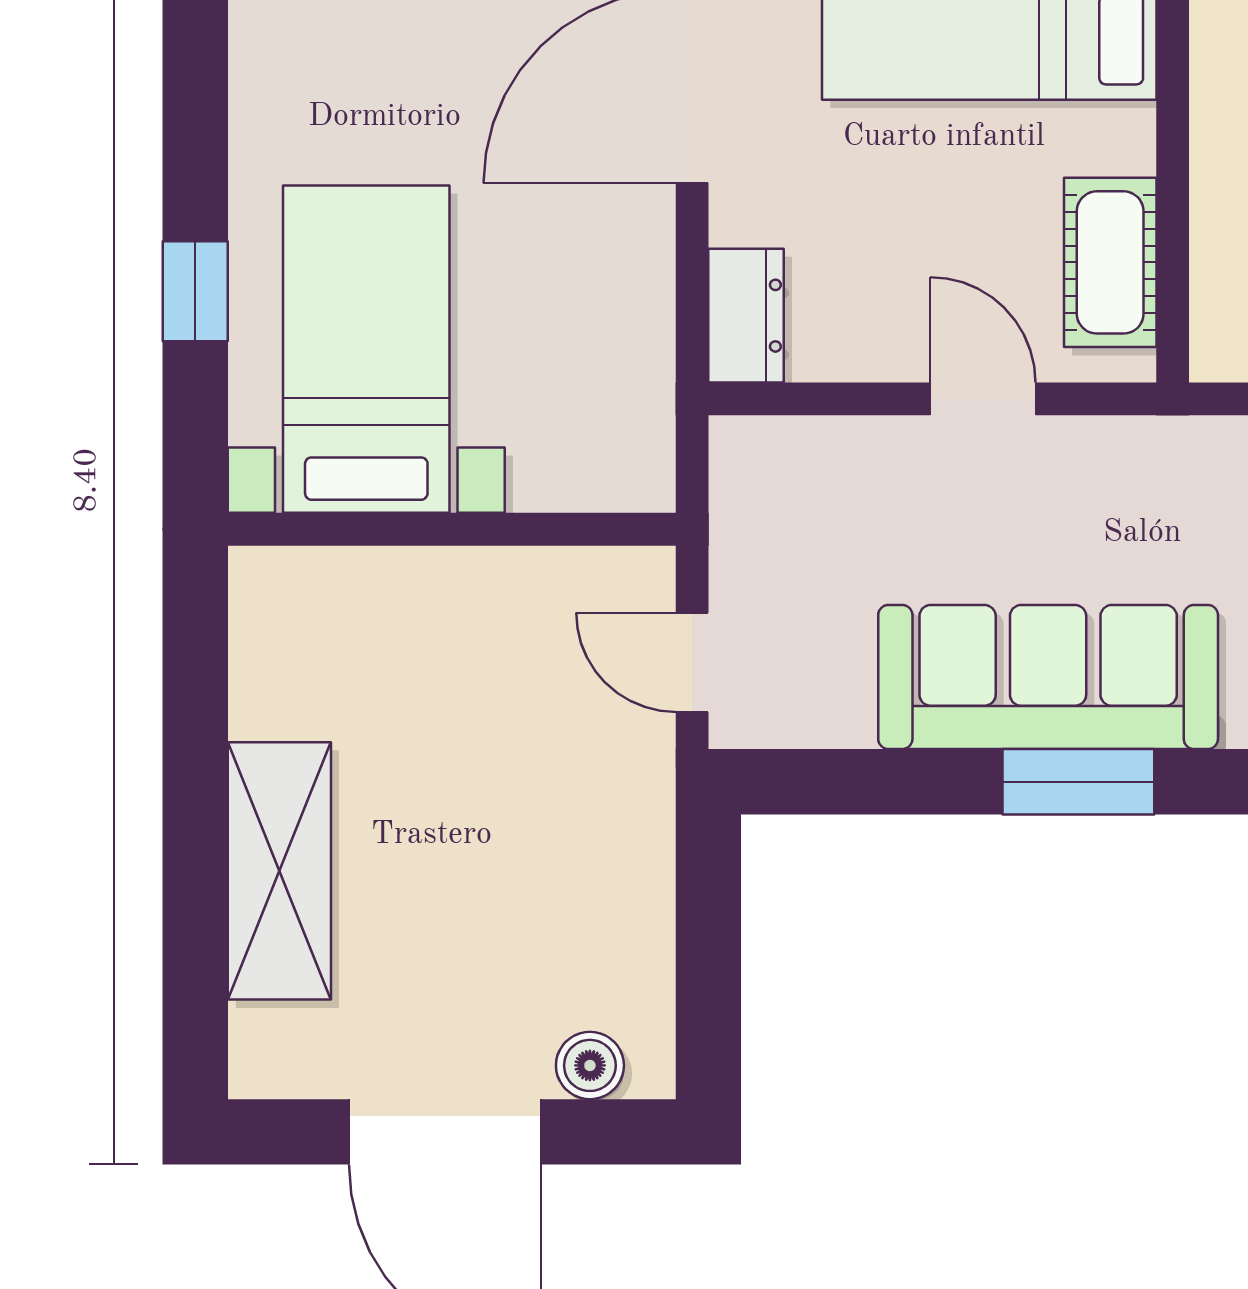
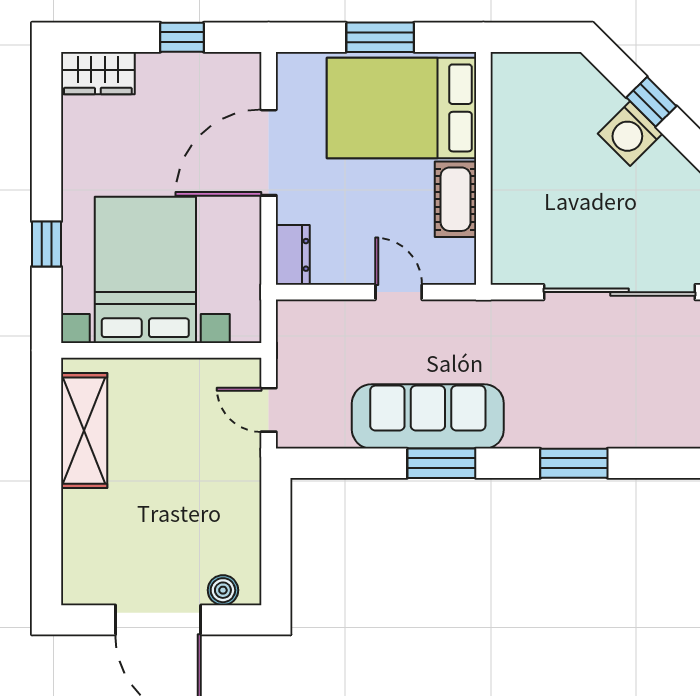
cot: (1110, 262) -> (456, 199), moved
bed with nightstands: (366, 349) -> (145, 270), width x1.36
shelving: (279, 871) -> (84, 431), moved

